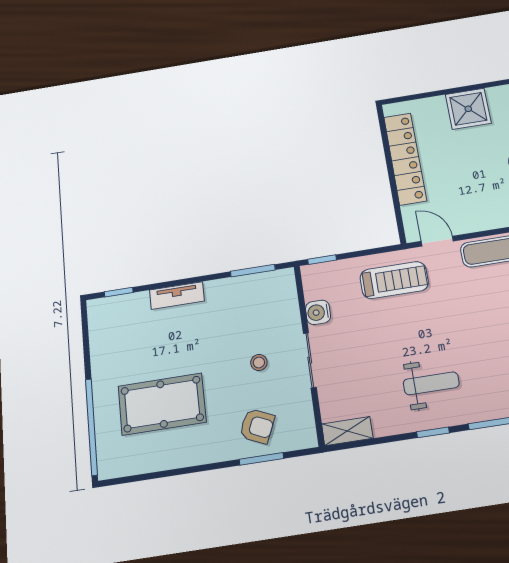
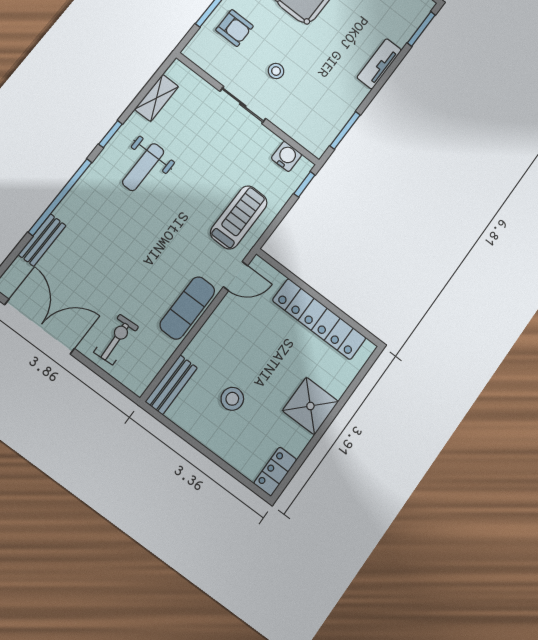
treadmill: (394, 280) -> (239, 217), turned 180
window: (119, 292) -> (421, 29), width x1.50
water cooler: (318, 312) -> (287, 156), moved
armchair: (257, 426) -> (235, 28), turned -114
shelving: (347, 431) -> (157, 98), moved

